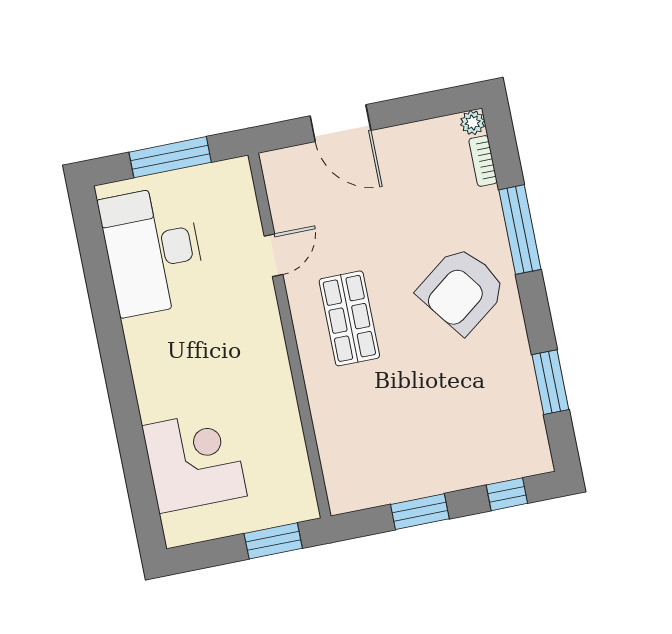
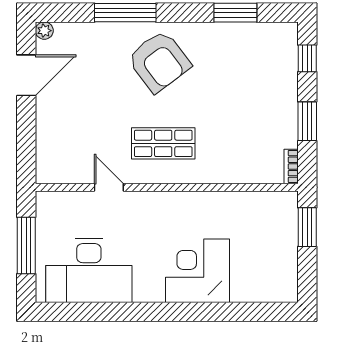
door: (340, 123) -> (26, 75), moved
bookcase: (483, 161) -> (291, 166), moved, turned 90
corner desk: (194, 461) -> (198, 271), moved

